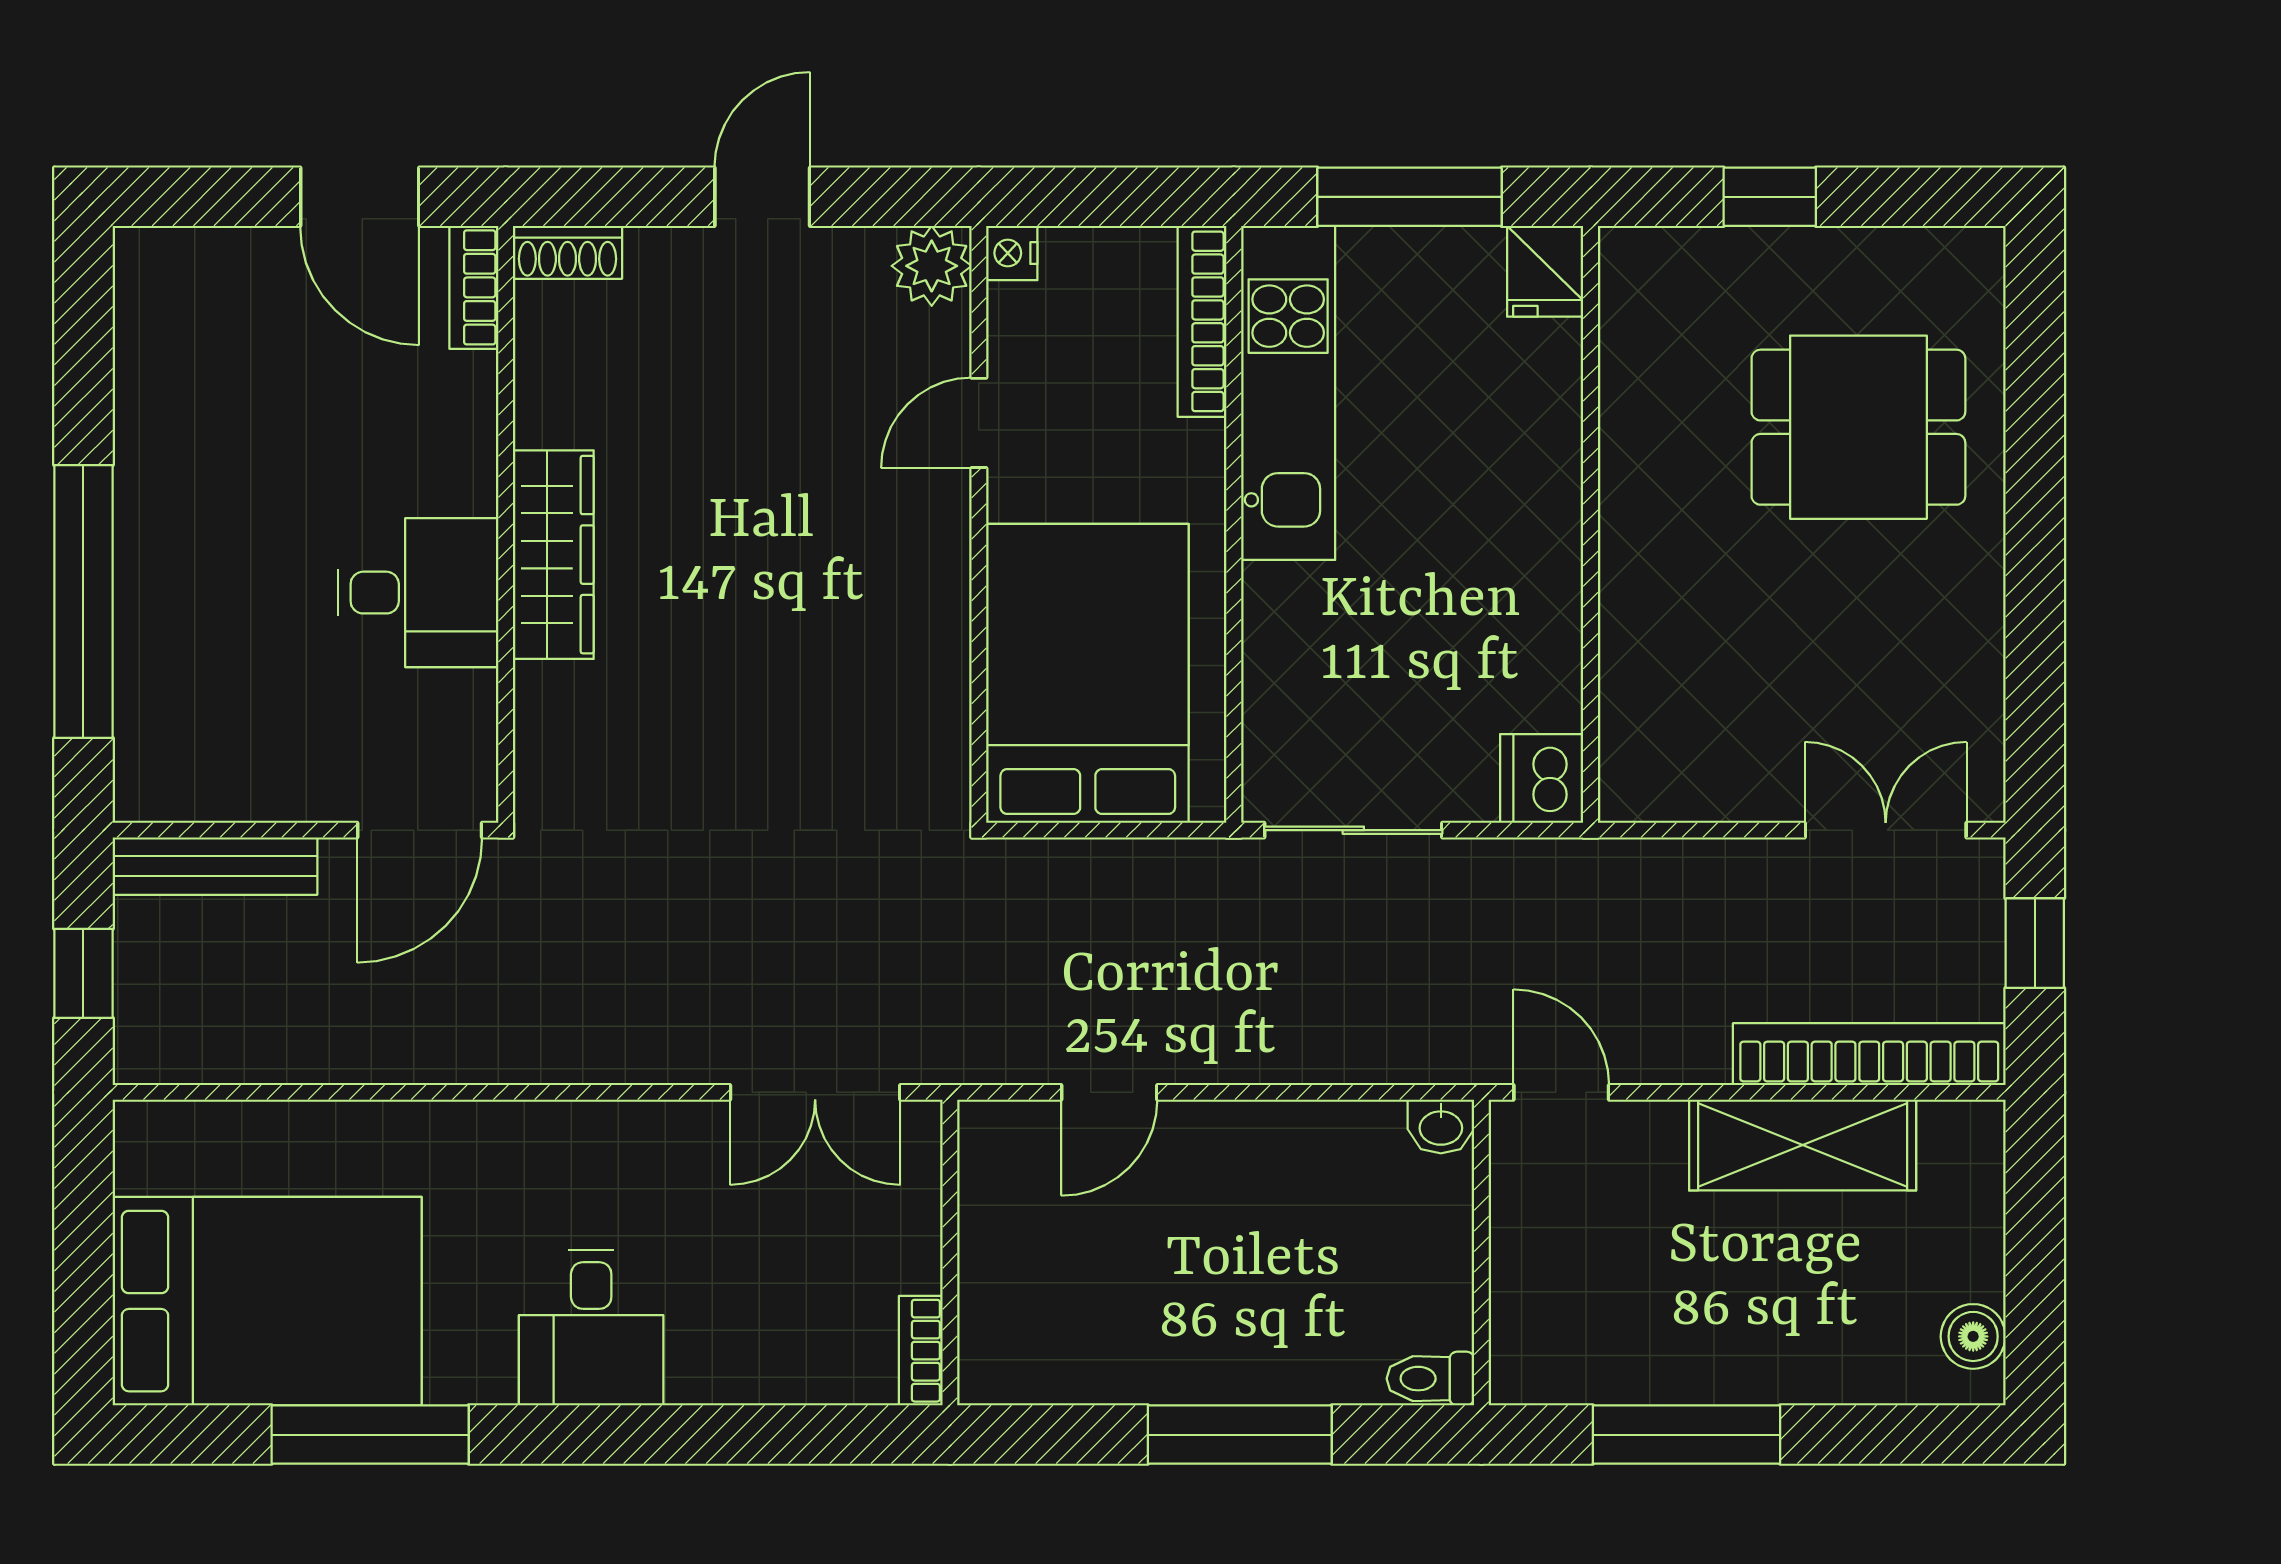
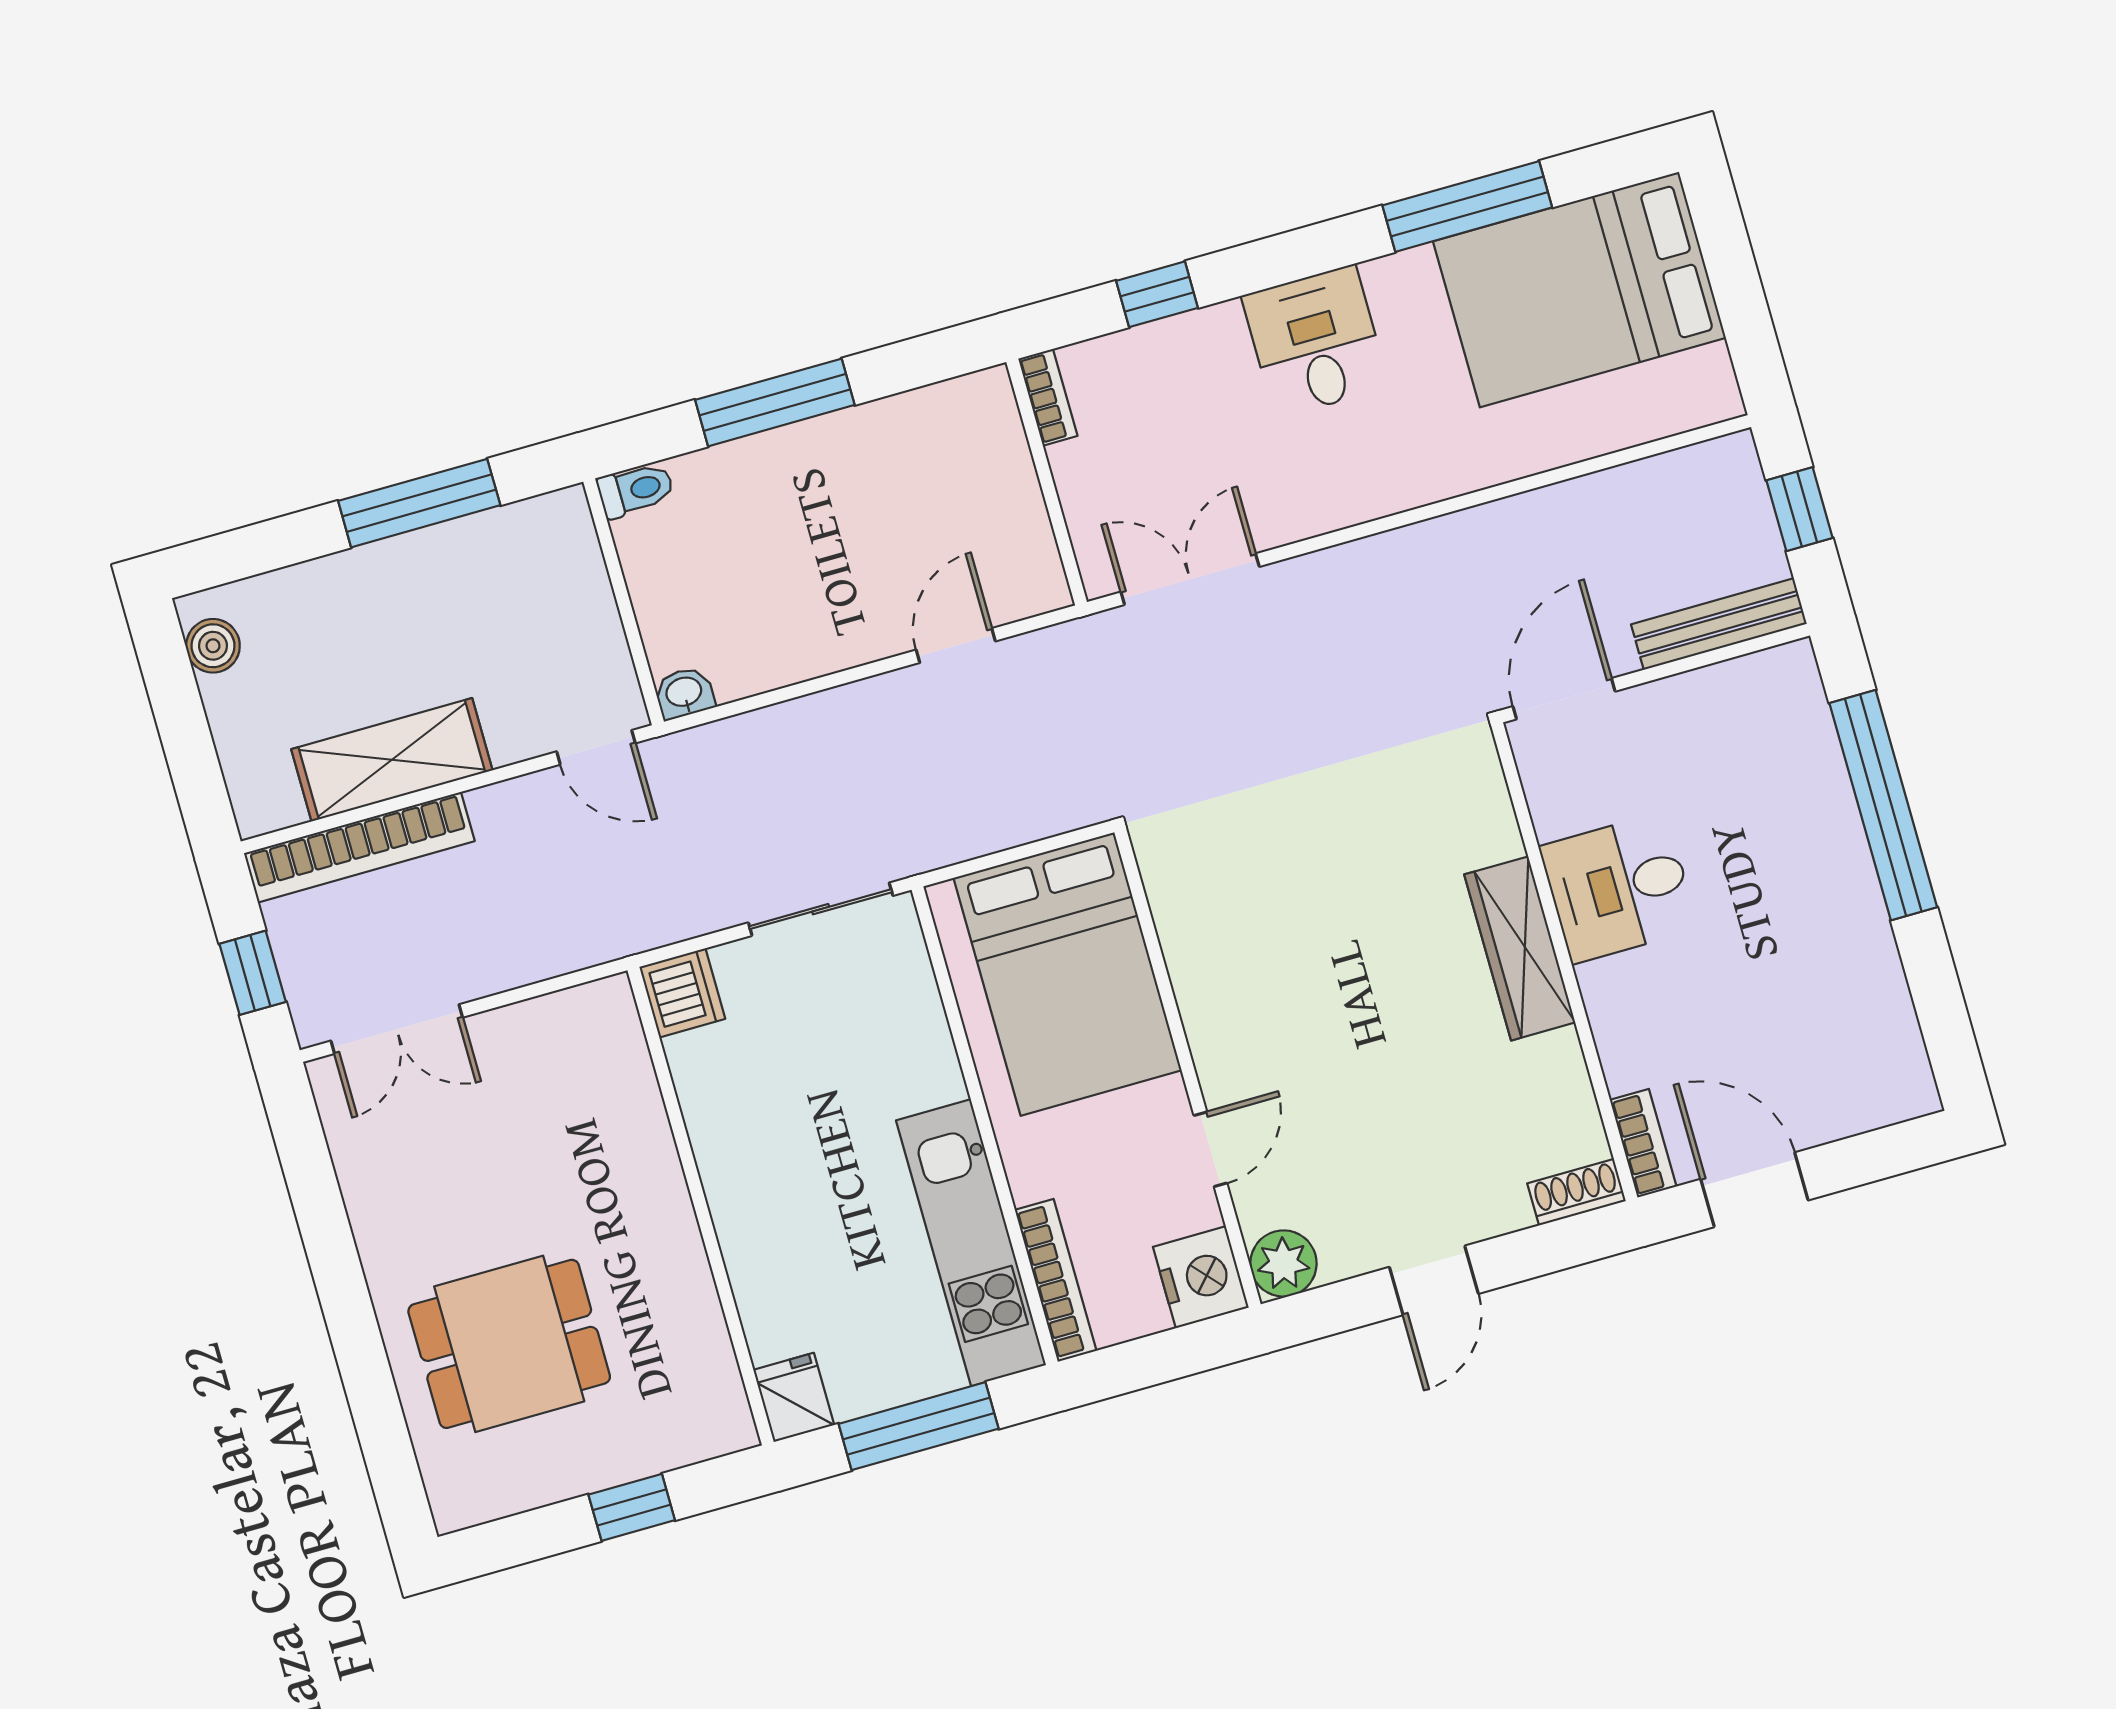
nightstand: (1012, 253) -> (1201, 1277), width x1.89, depth x1.79
window: (760, 1435) -> (1157, 294), added

